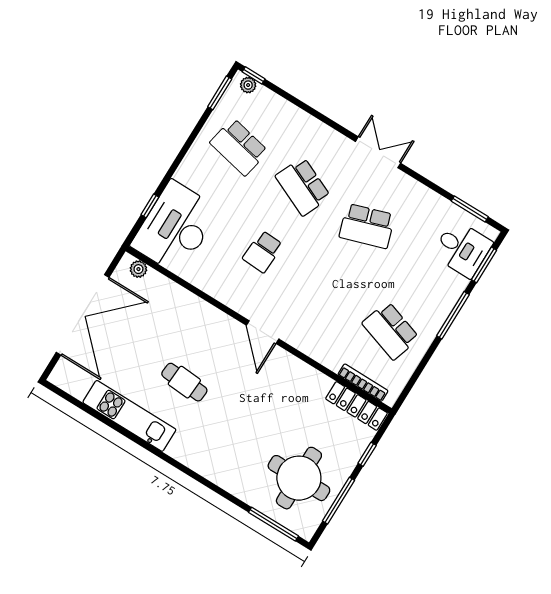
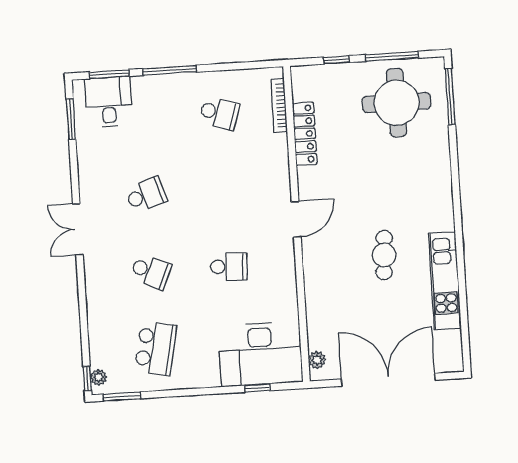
school desk: (303, 186) -> (151, 272), width x0.54
school desk: (367, 226) -> (146, 195), width x0.54
school desk: (391, 331) -> (219, 113), width x0.54
locker: (356, 406) -> (305, 134), moved

